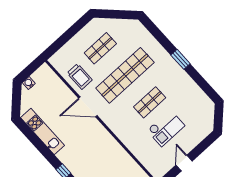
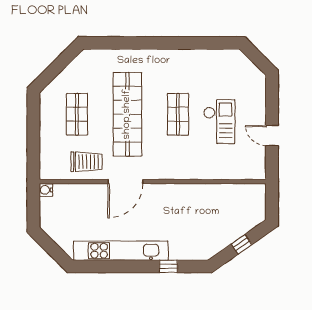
window: (180, 59) -> (163, 43), removed
water cooler: (29, 83) -> (46, 190), moved
kitchen unit: (42, 131) -> (121, 251), width x1.36

